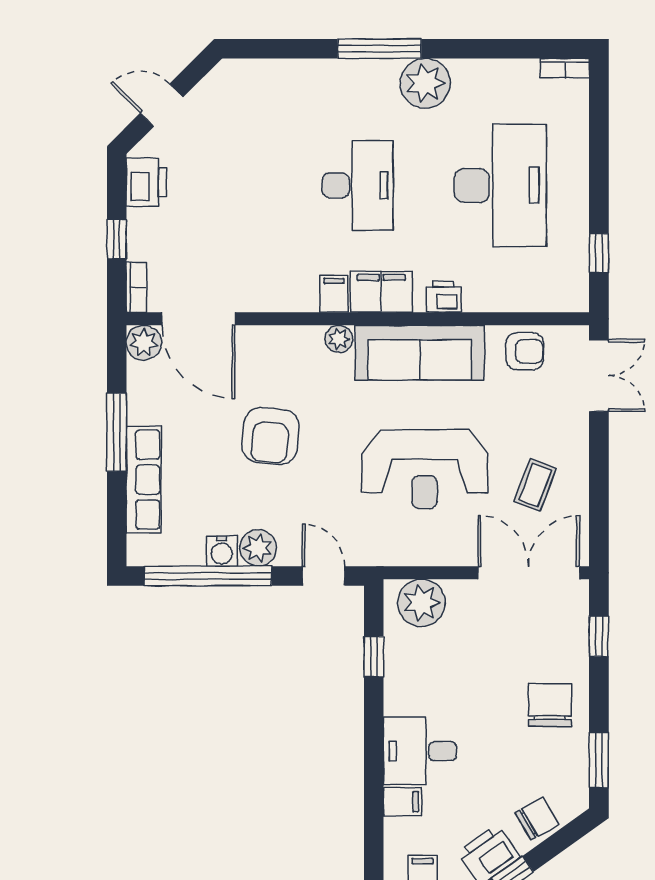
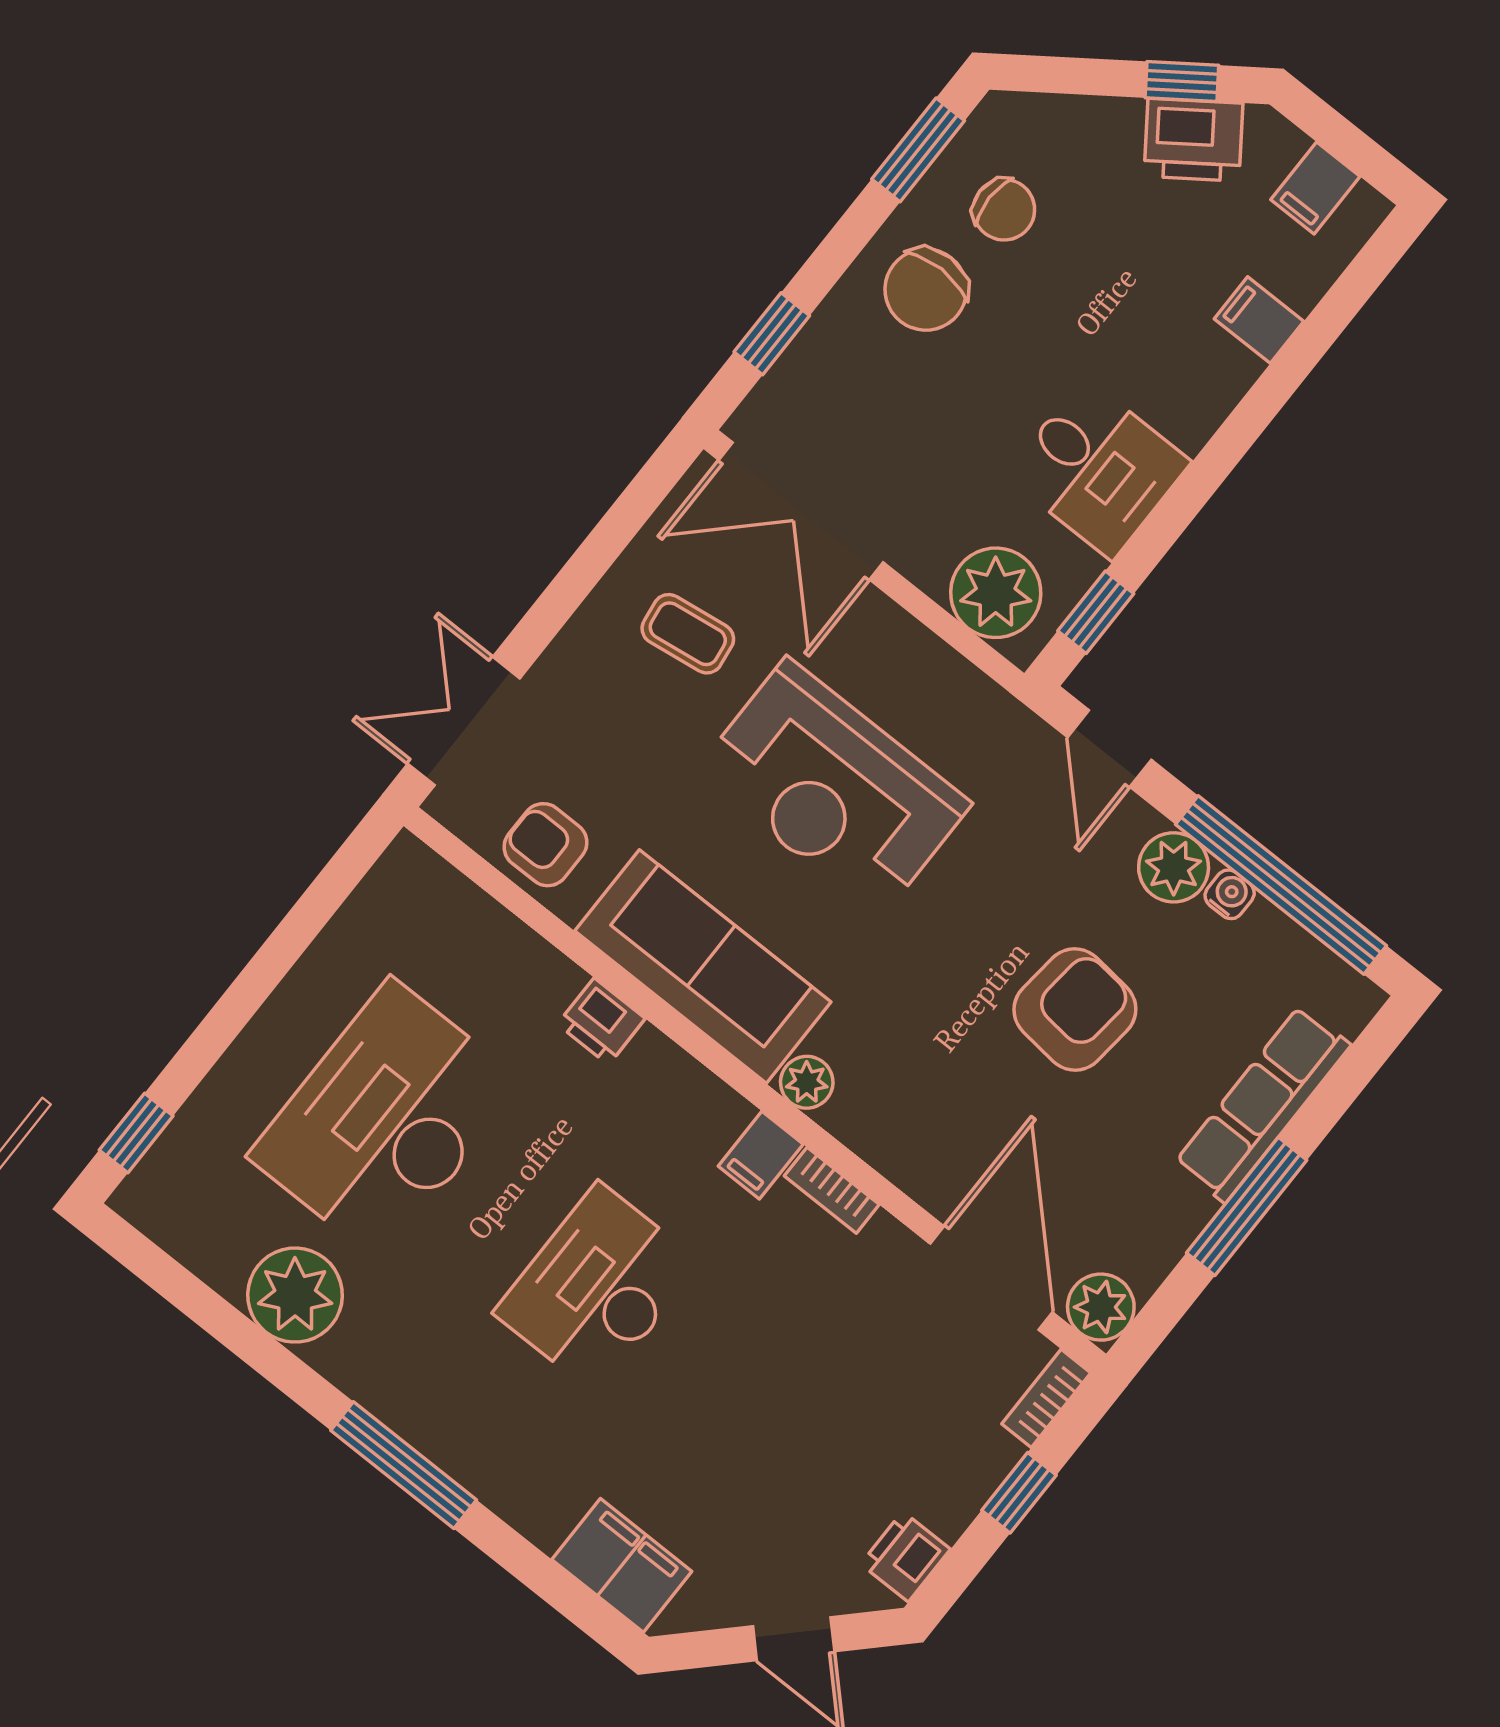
bookcase: (565, 68) -> (832, 1190), moved, turned 180
plant: (425, 83) -> (295, 1295), moved
printer: (146, 182) -> (905, 1557), width x0.73, depth x0.81
window: (599, 253) -> (136, 1133), moved
filing cabinet: (381, 292) -> (622, 1565), moved, turned 180
armchair: (271, 436) -> (1075, 1009), moved
reception desk: (425, 469) -> (833, 788), turned 180
coffee table: (535, 485) -> (688, 634), turned 61
water cooler: (222, 551) -> (1230, 894), width x0.72, depth x0.72
window: (374, 657) -> (1096, 612), moved
desk: (420, 751) -> (1098, 469), moved
chair: (537, 818) -> (1004, 210), moved, turned -150

